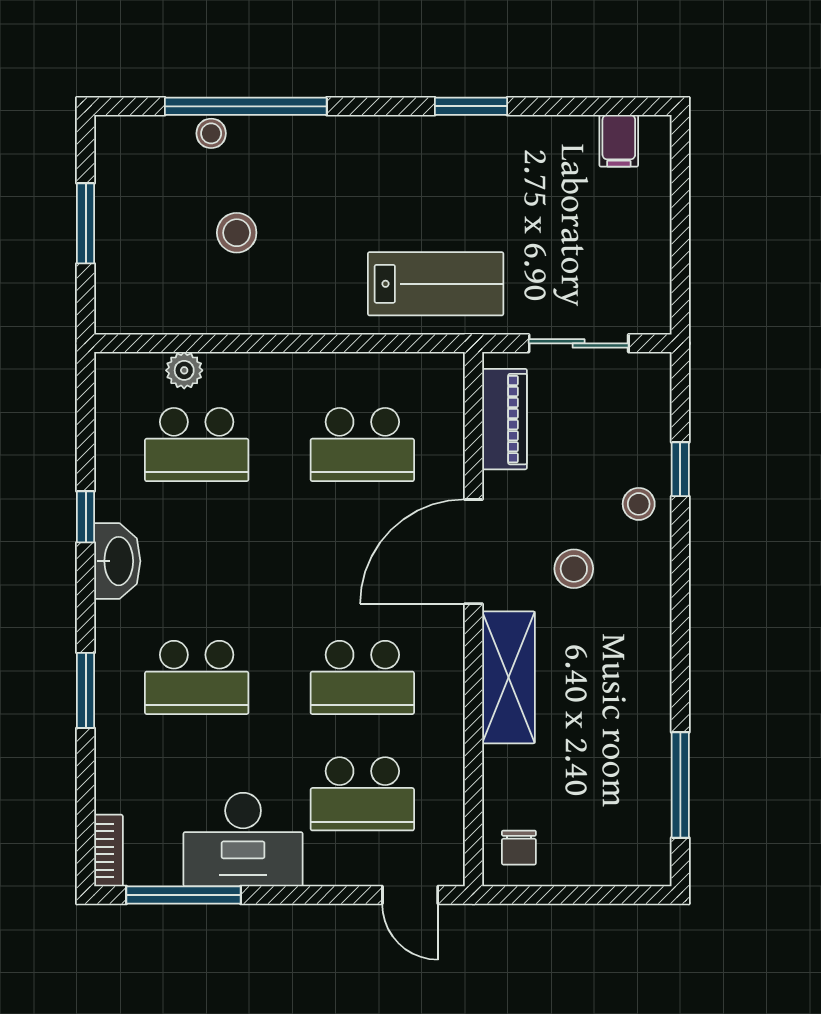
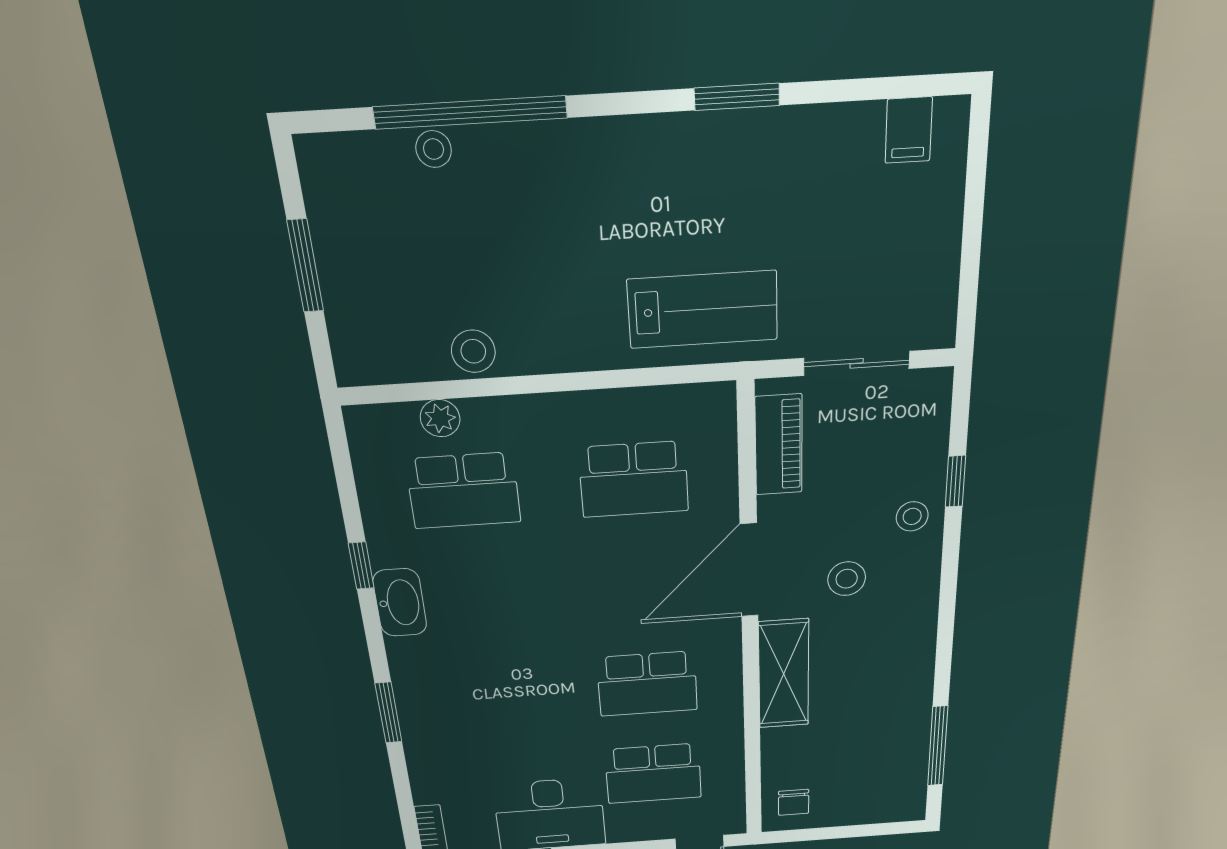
stool: (237, 233) -> (473, 351), moved
school desk: (197, 677) -> (492, 695), removed

